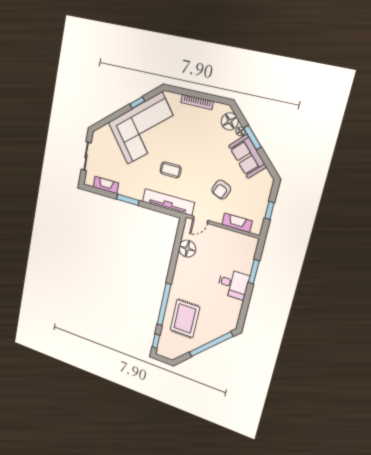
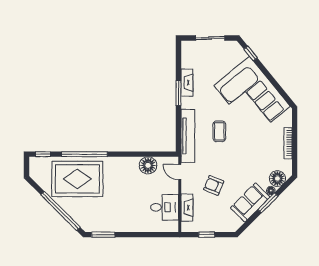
window: (137, 103) -> (251, 53), moved
fireplace: (106, 185) -> (187, 83), moved
window: (254, 272) -> (103, 235), moved
desk: (233, 284) -> (165, 207), moved, turned -90
rug: (185, 318) -> (77, 179), width x1.37, depth x1.44

